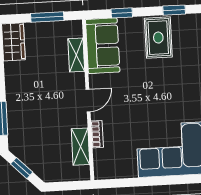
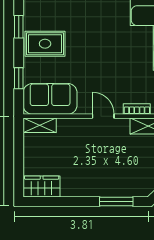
window: (47, 17) -> (19, 152), removed
shelving: (76, 55) -> (40, 125), moved

